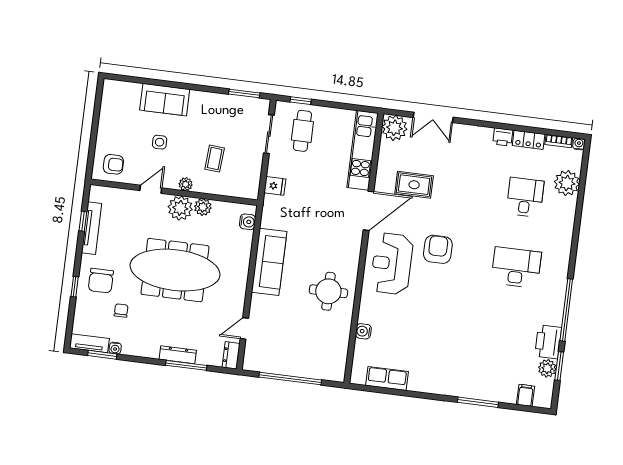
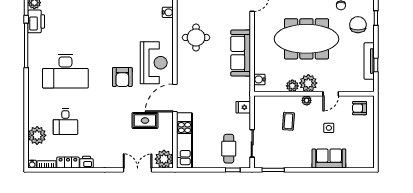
desk: (516, 267) -> (65, 71), width x1.36, depth x1.30

